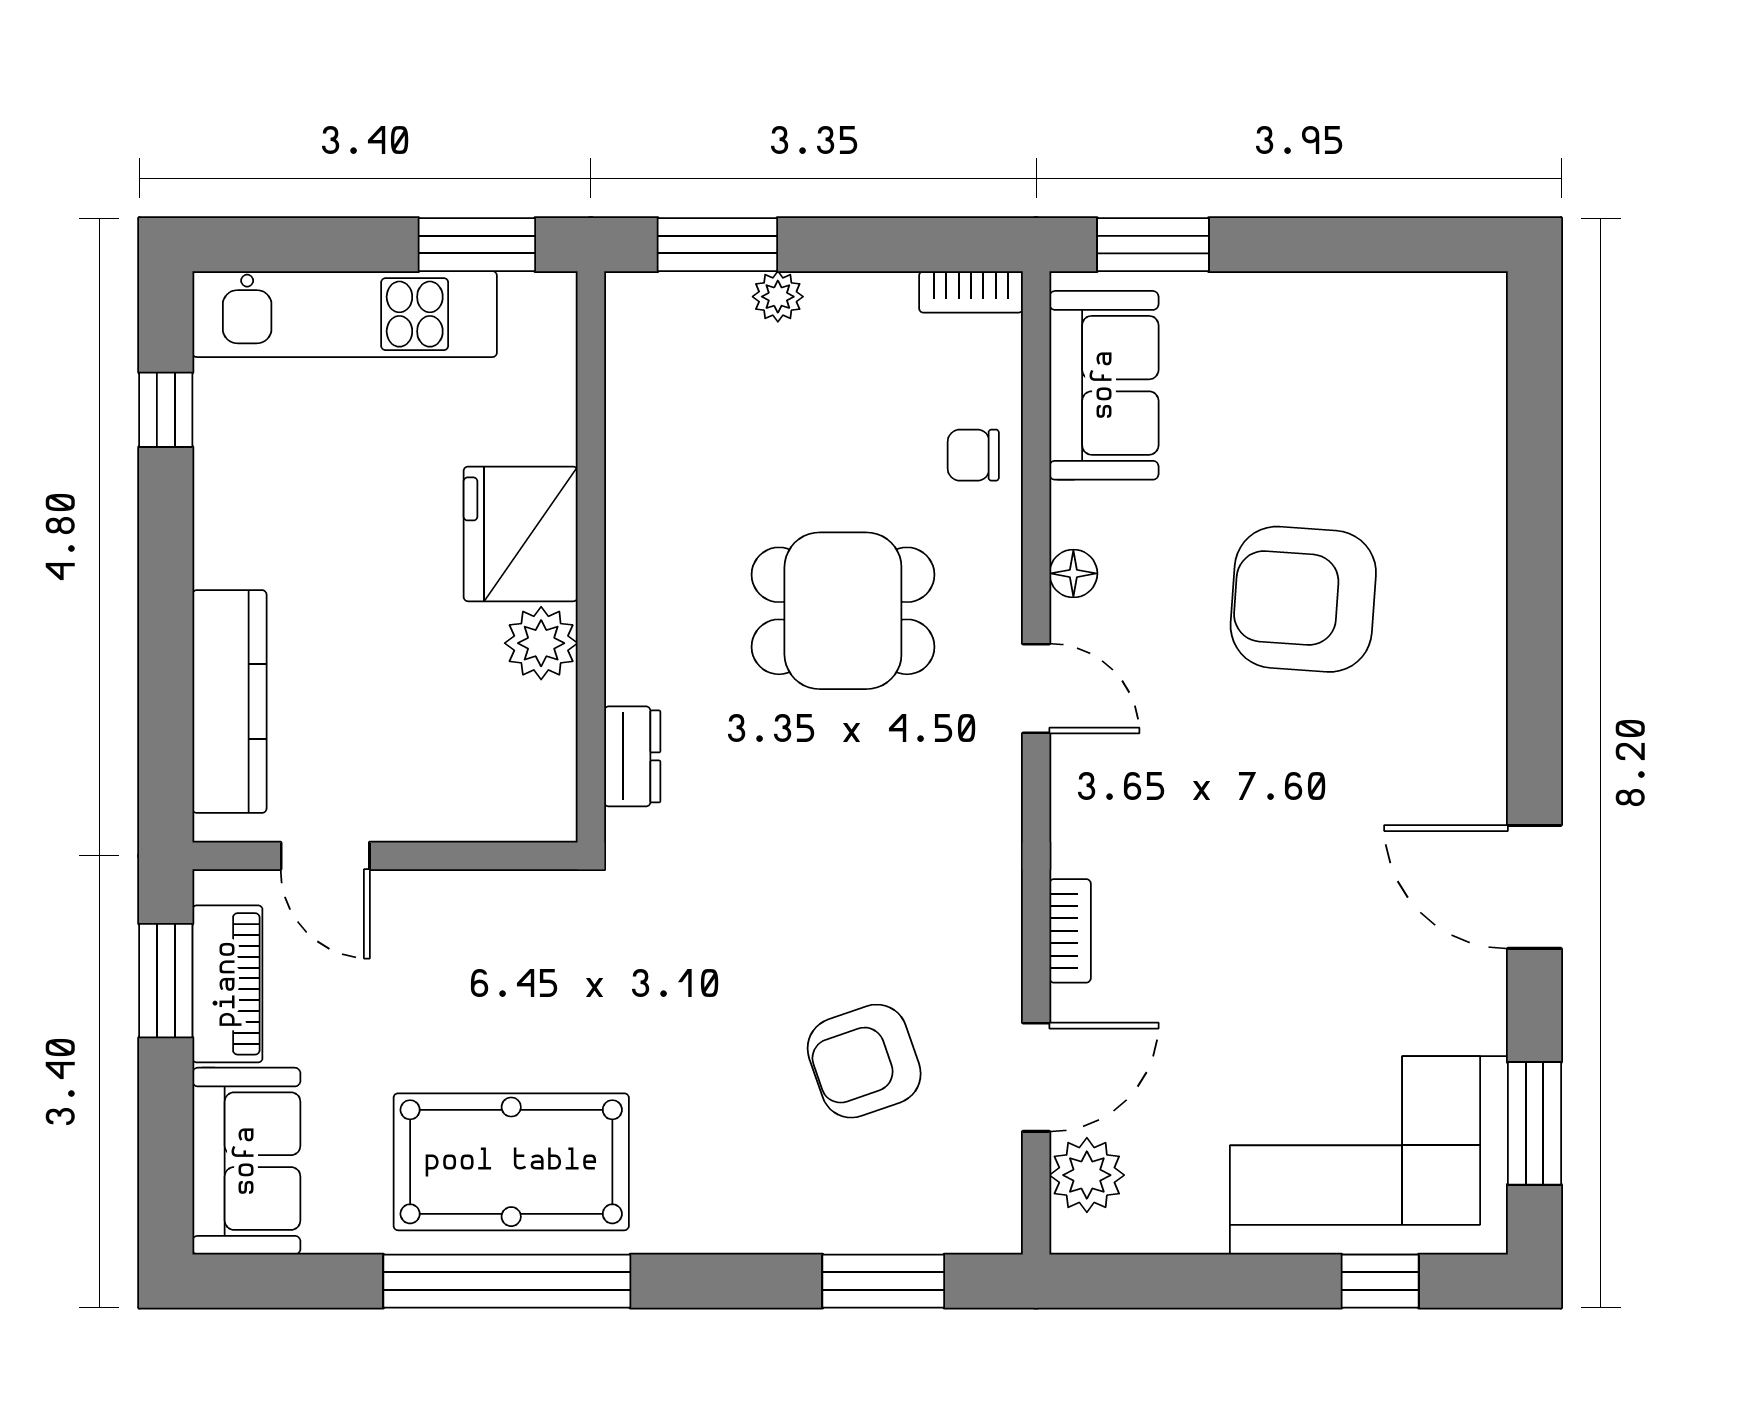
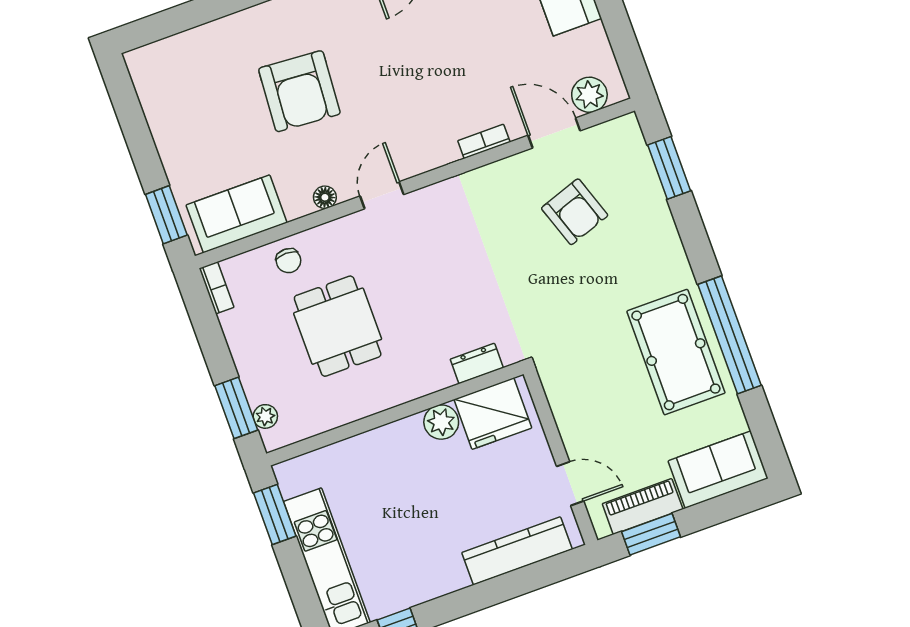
plant: (778, 297) -> (265, 416), moved
fridge: (521, 534) -> (493, 414), moved
dining table: (843, 611) -> (338, 326), moved
door: (325, 856) -> (570, 484), hinge flipped

